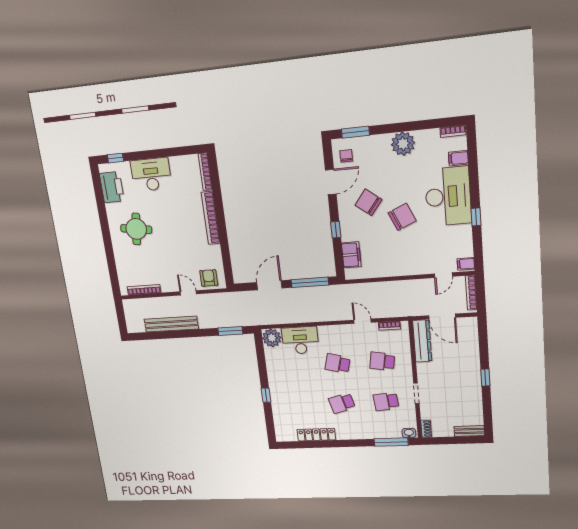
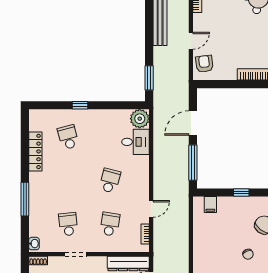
chair: (402, 217) -> (248, 254), width x0.54, depth x0.54
filing cabinet: (351, 255) -> (210, 205), width x0.50
armchair: (209, 278) -> (204, 64), turned -97
door: (269, 285) -> (193, 123), swing flipped
desk: (300, 340) -> (136, 142), width x0.73
school desk: (342, 403) -> (68, 137), moved
window: (391, 442) -> (25, 199), moved

